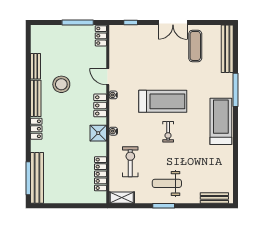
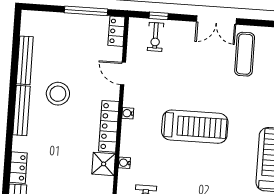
bench: (36, 66) -> (25, 60), width x1.36
door: (108, 77) -> (123, 74), moved
locker: (100, 105) -> (109, 126), width x1.53
locker: (36, 129) -> (18, 168), moved
exercise bike: (168, 132) -> (155, 37), moved

